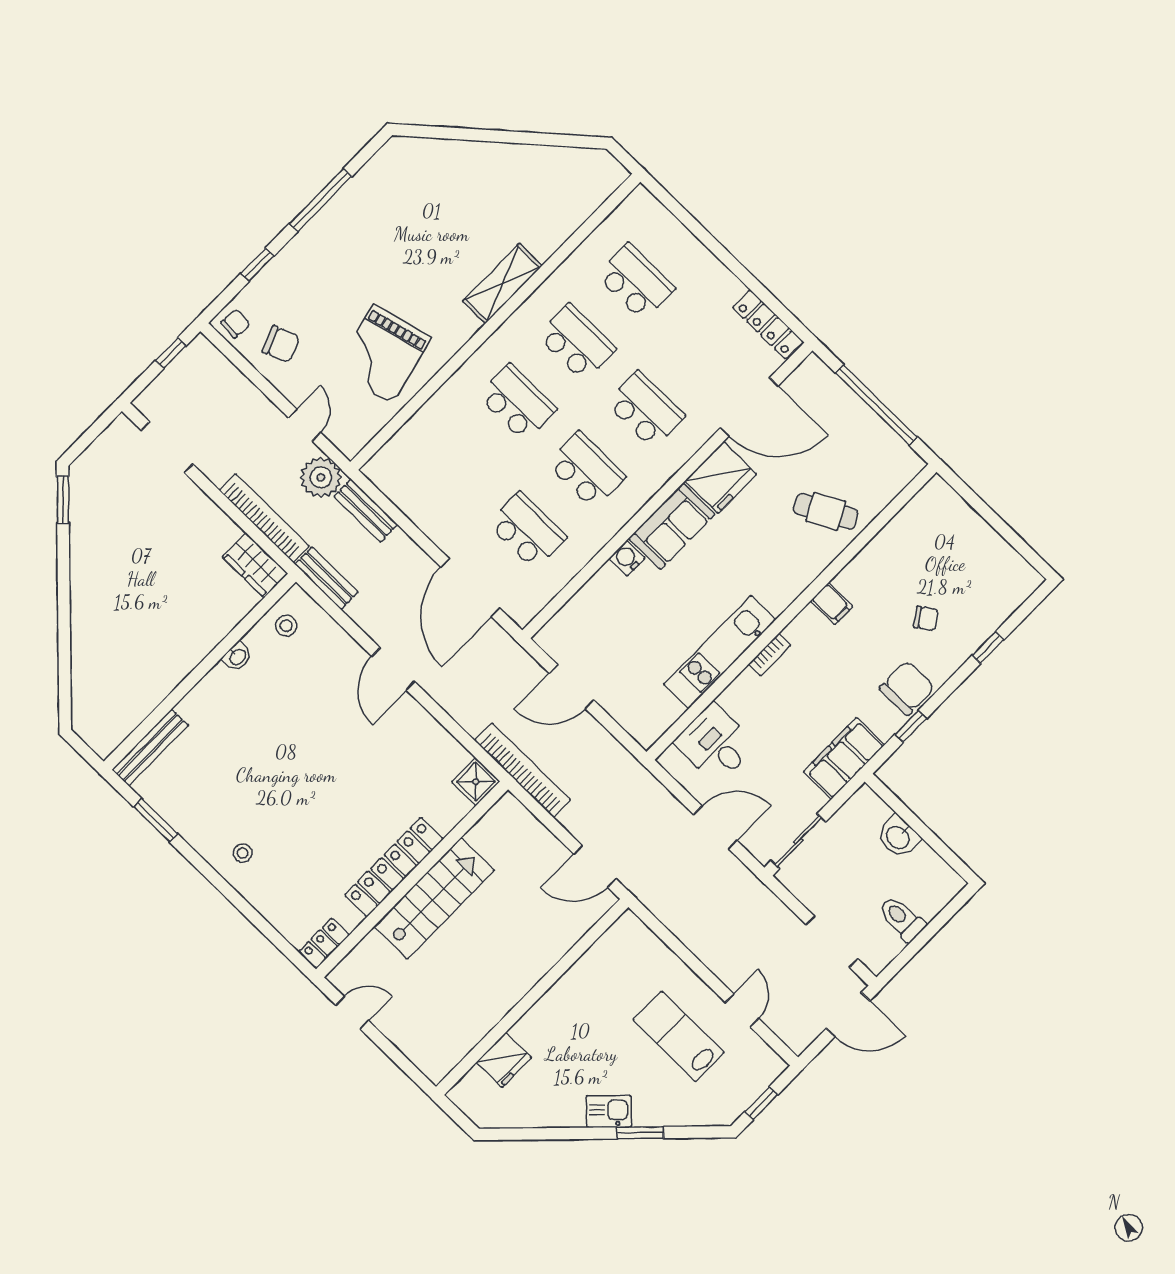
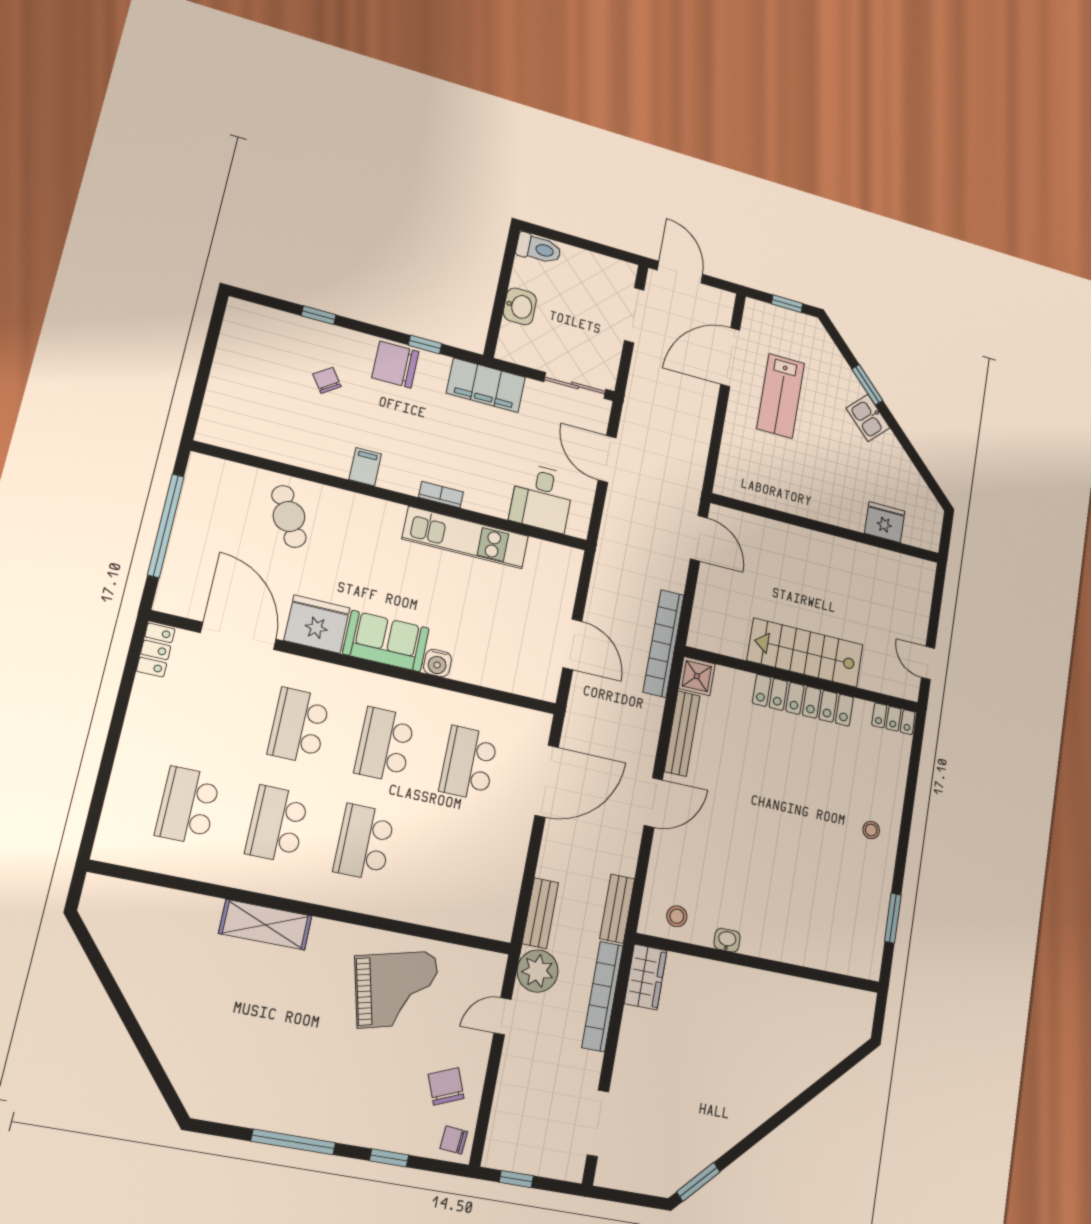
locker: (768, 324) -> (156, 650), width x0.66
bench: (150, 747) -> (682, 734), moved, turned 90
toilet: (902, 919) -> (539, 249), moved, turned -90
door: (742, 1010) -> (730, 357), width x1.87

